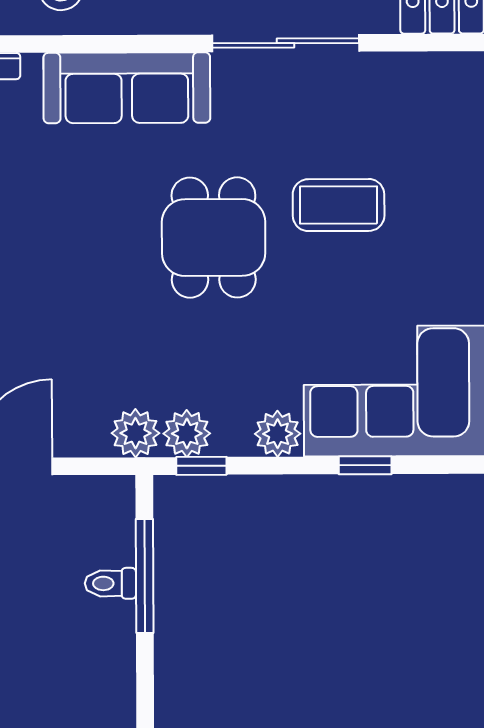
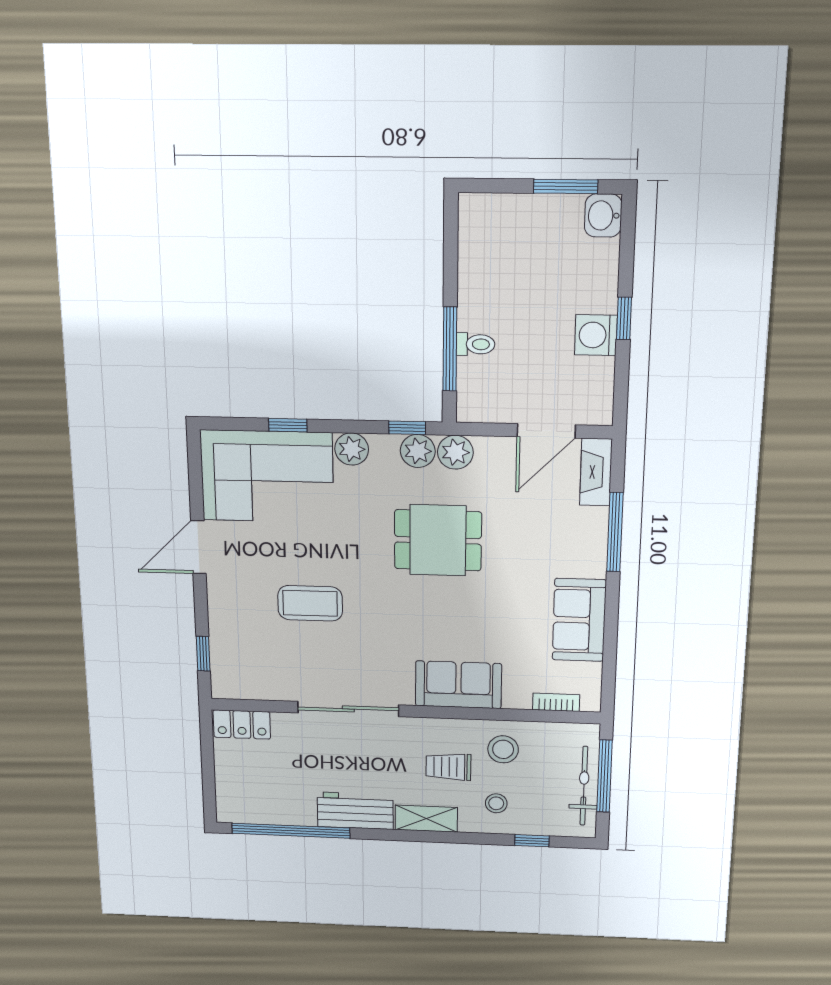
sofa: (127, 88) -> (458, 685), width x0.73
dining table: (214, 238) -> (438, 540), moved, turned 90

